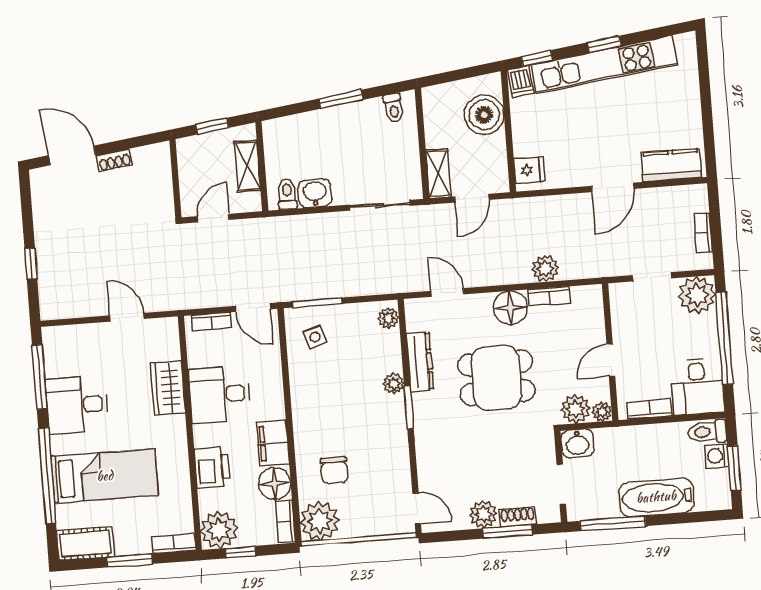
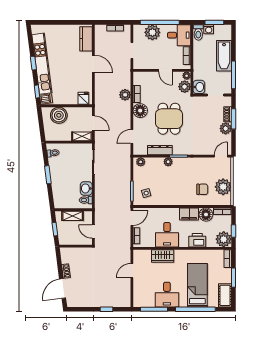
plant: (697, 295) -> (152, 32), moved
plant: (320, 521) -> (223, 187), moved

